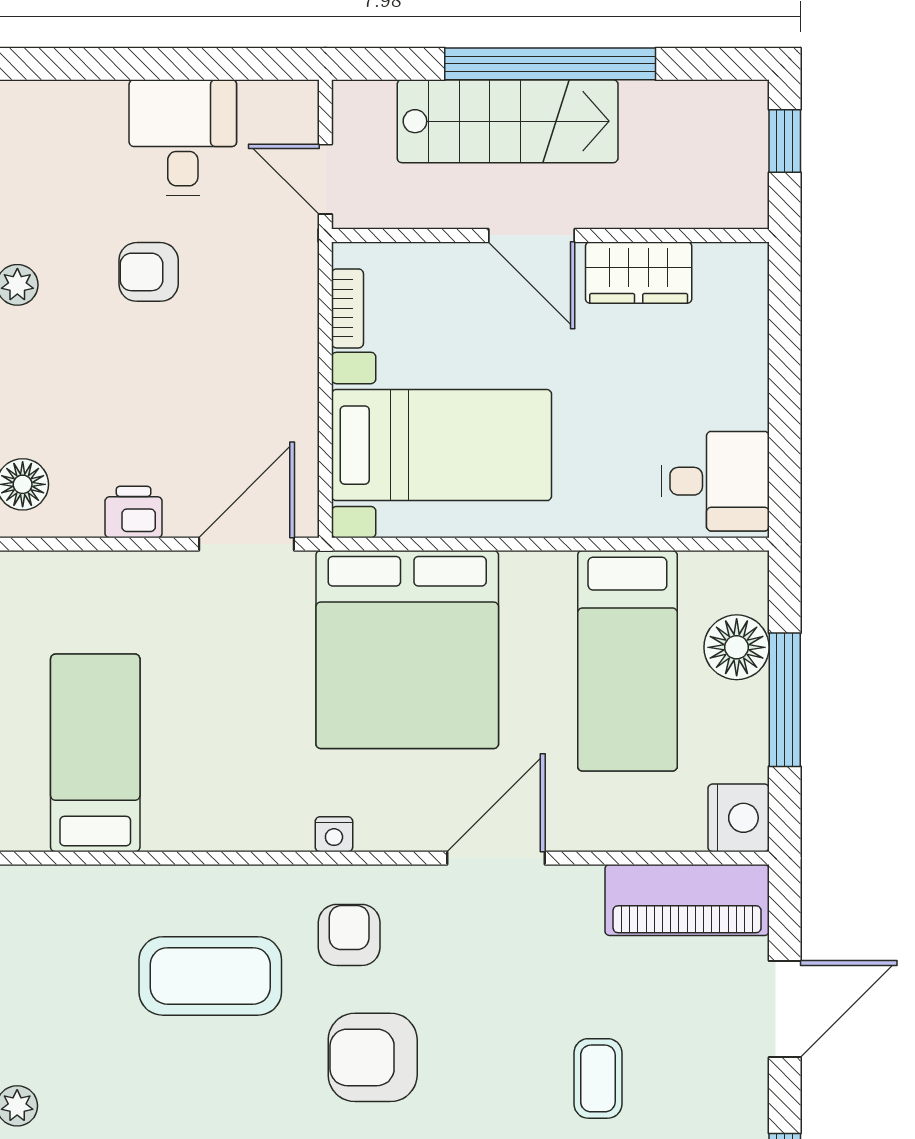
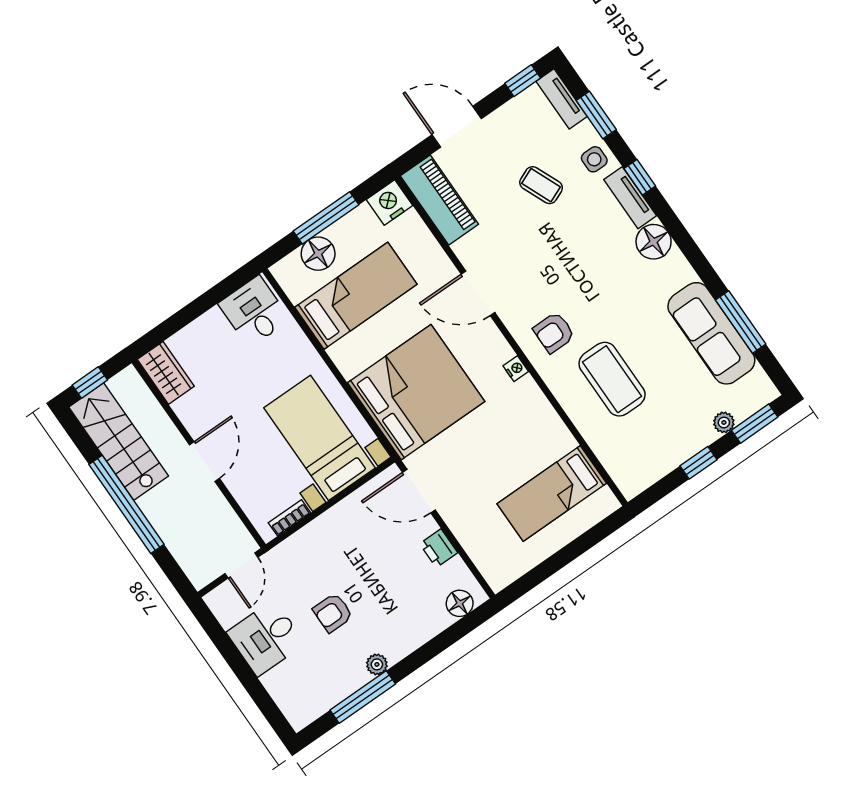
stairs: (508, 121) -> (119, 442), moved
armchair: (149, 272) -> (333, 613), turned 90
wardrobe: (639, 273) -> (166, 373), moved
armchair: (373, 1057) -> (599, 286), removed
coffee table: (598, 1078) -> (541, 185), turned 67

